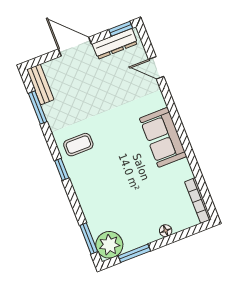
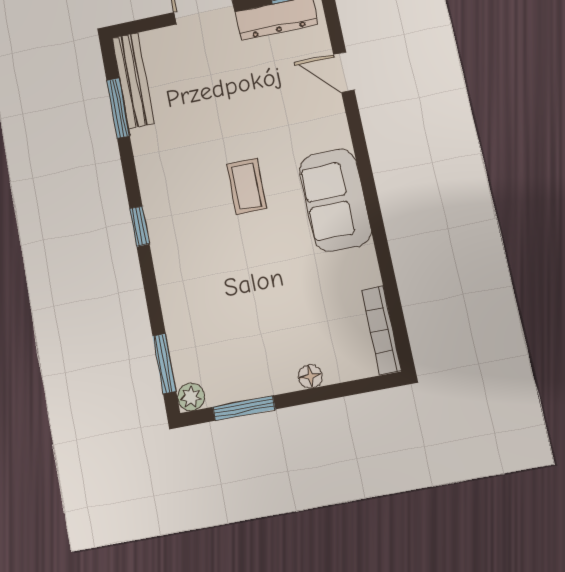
bench: (40, 85) -> (133, 81), width x1.36
coffee table: (78, 145) -> (247, 186), moved, turned 90
plant: (109, 245) -> (191, 397), width x0.53, depth x0.53

